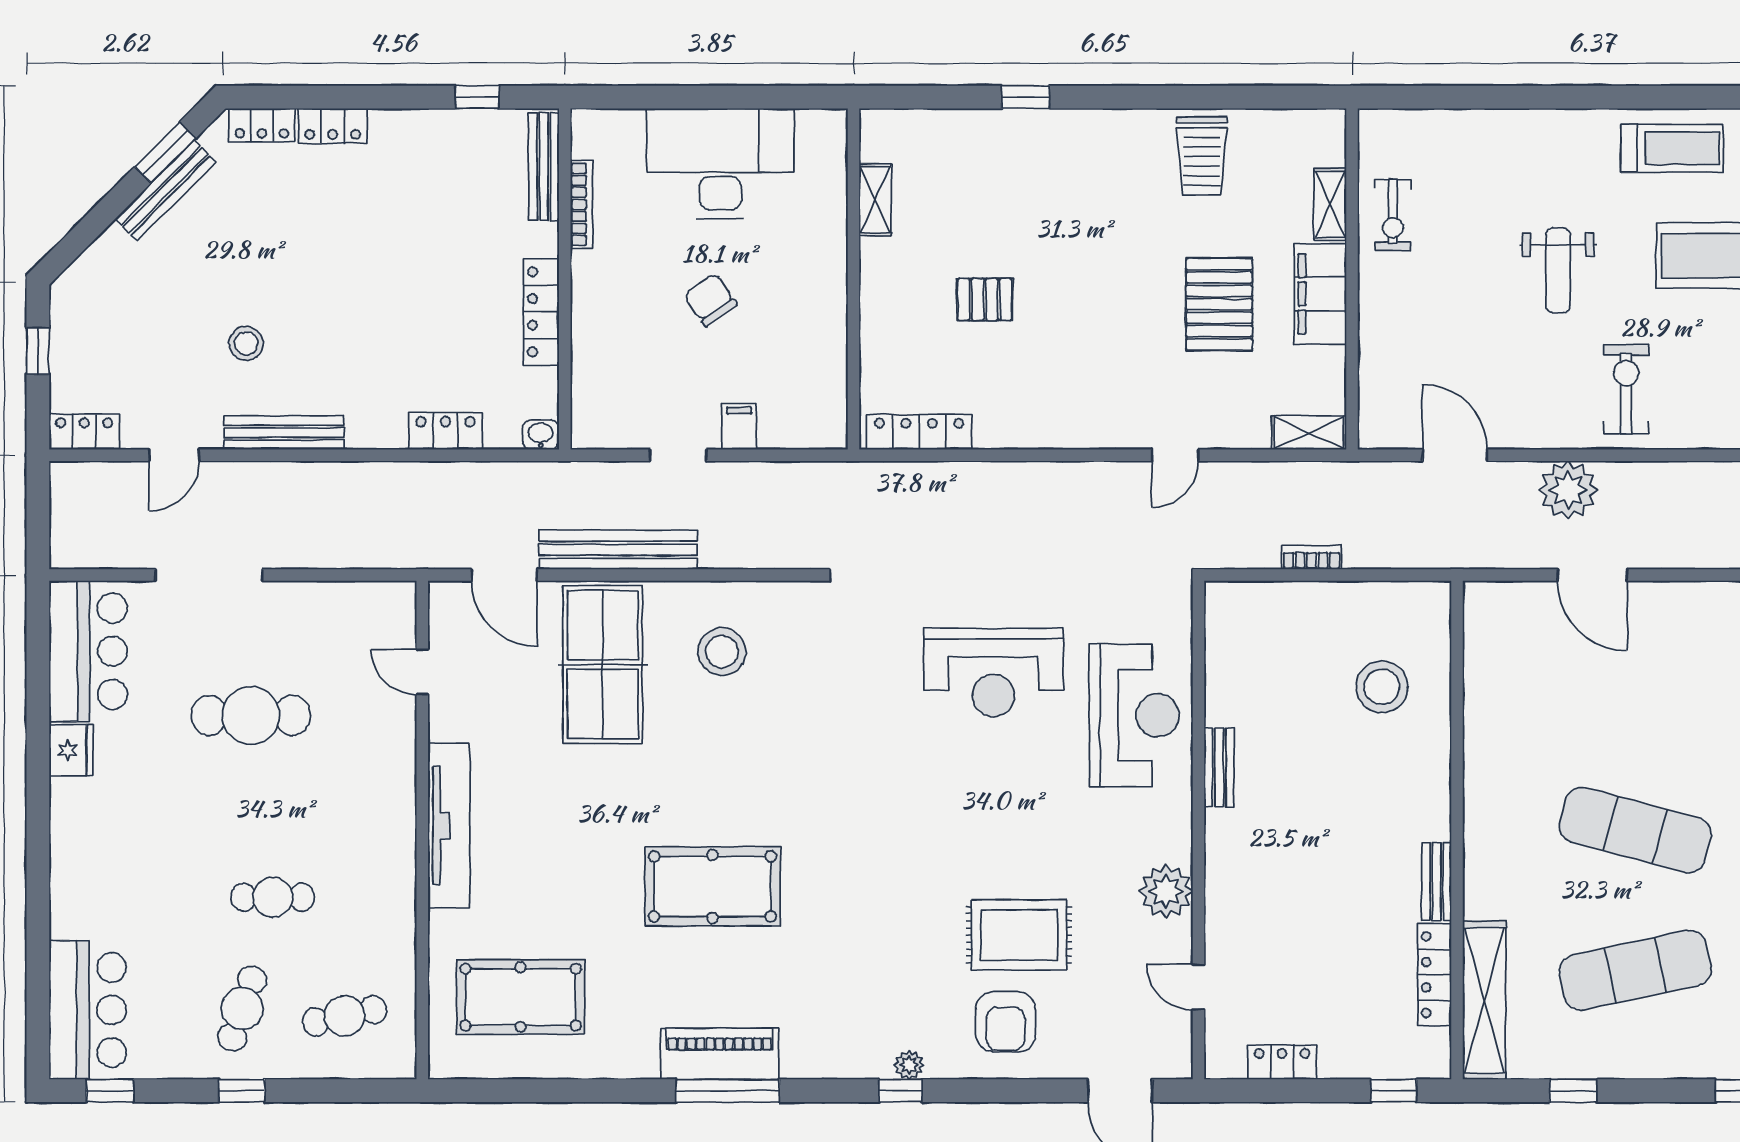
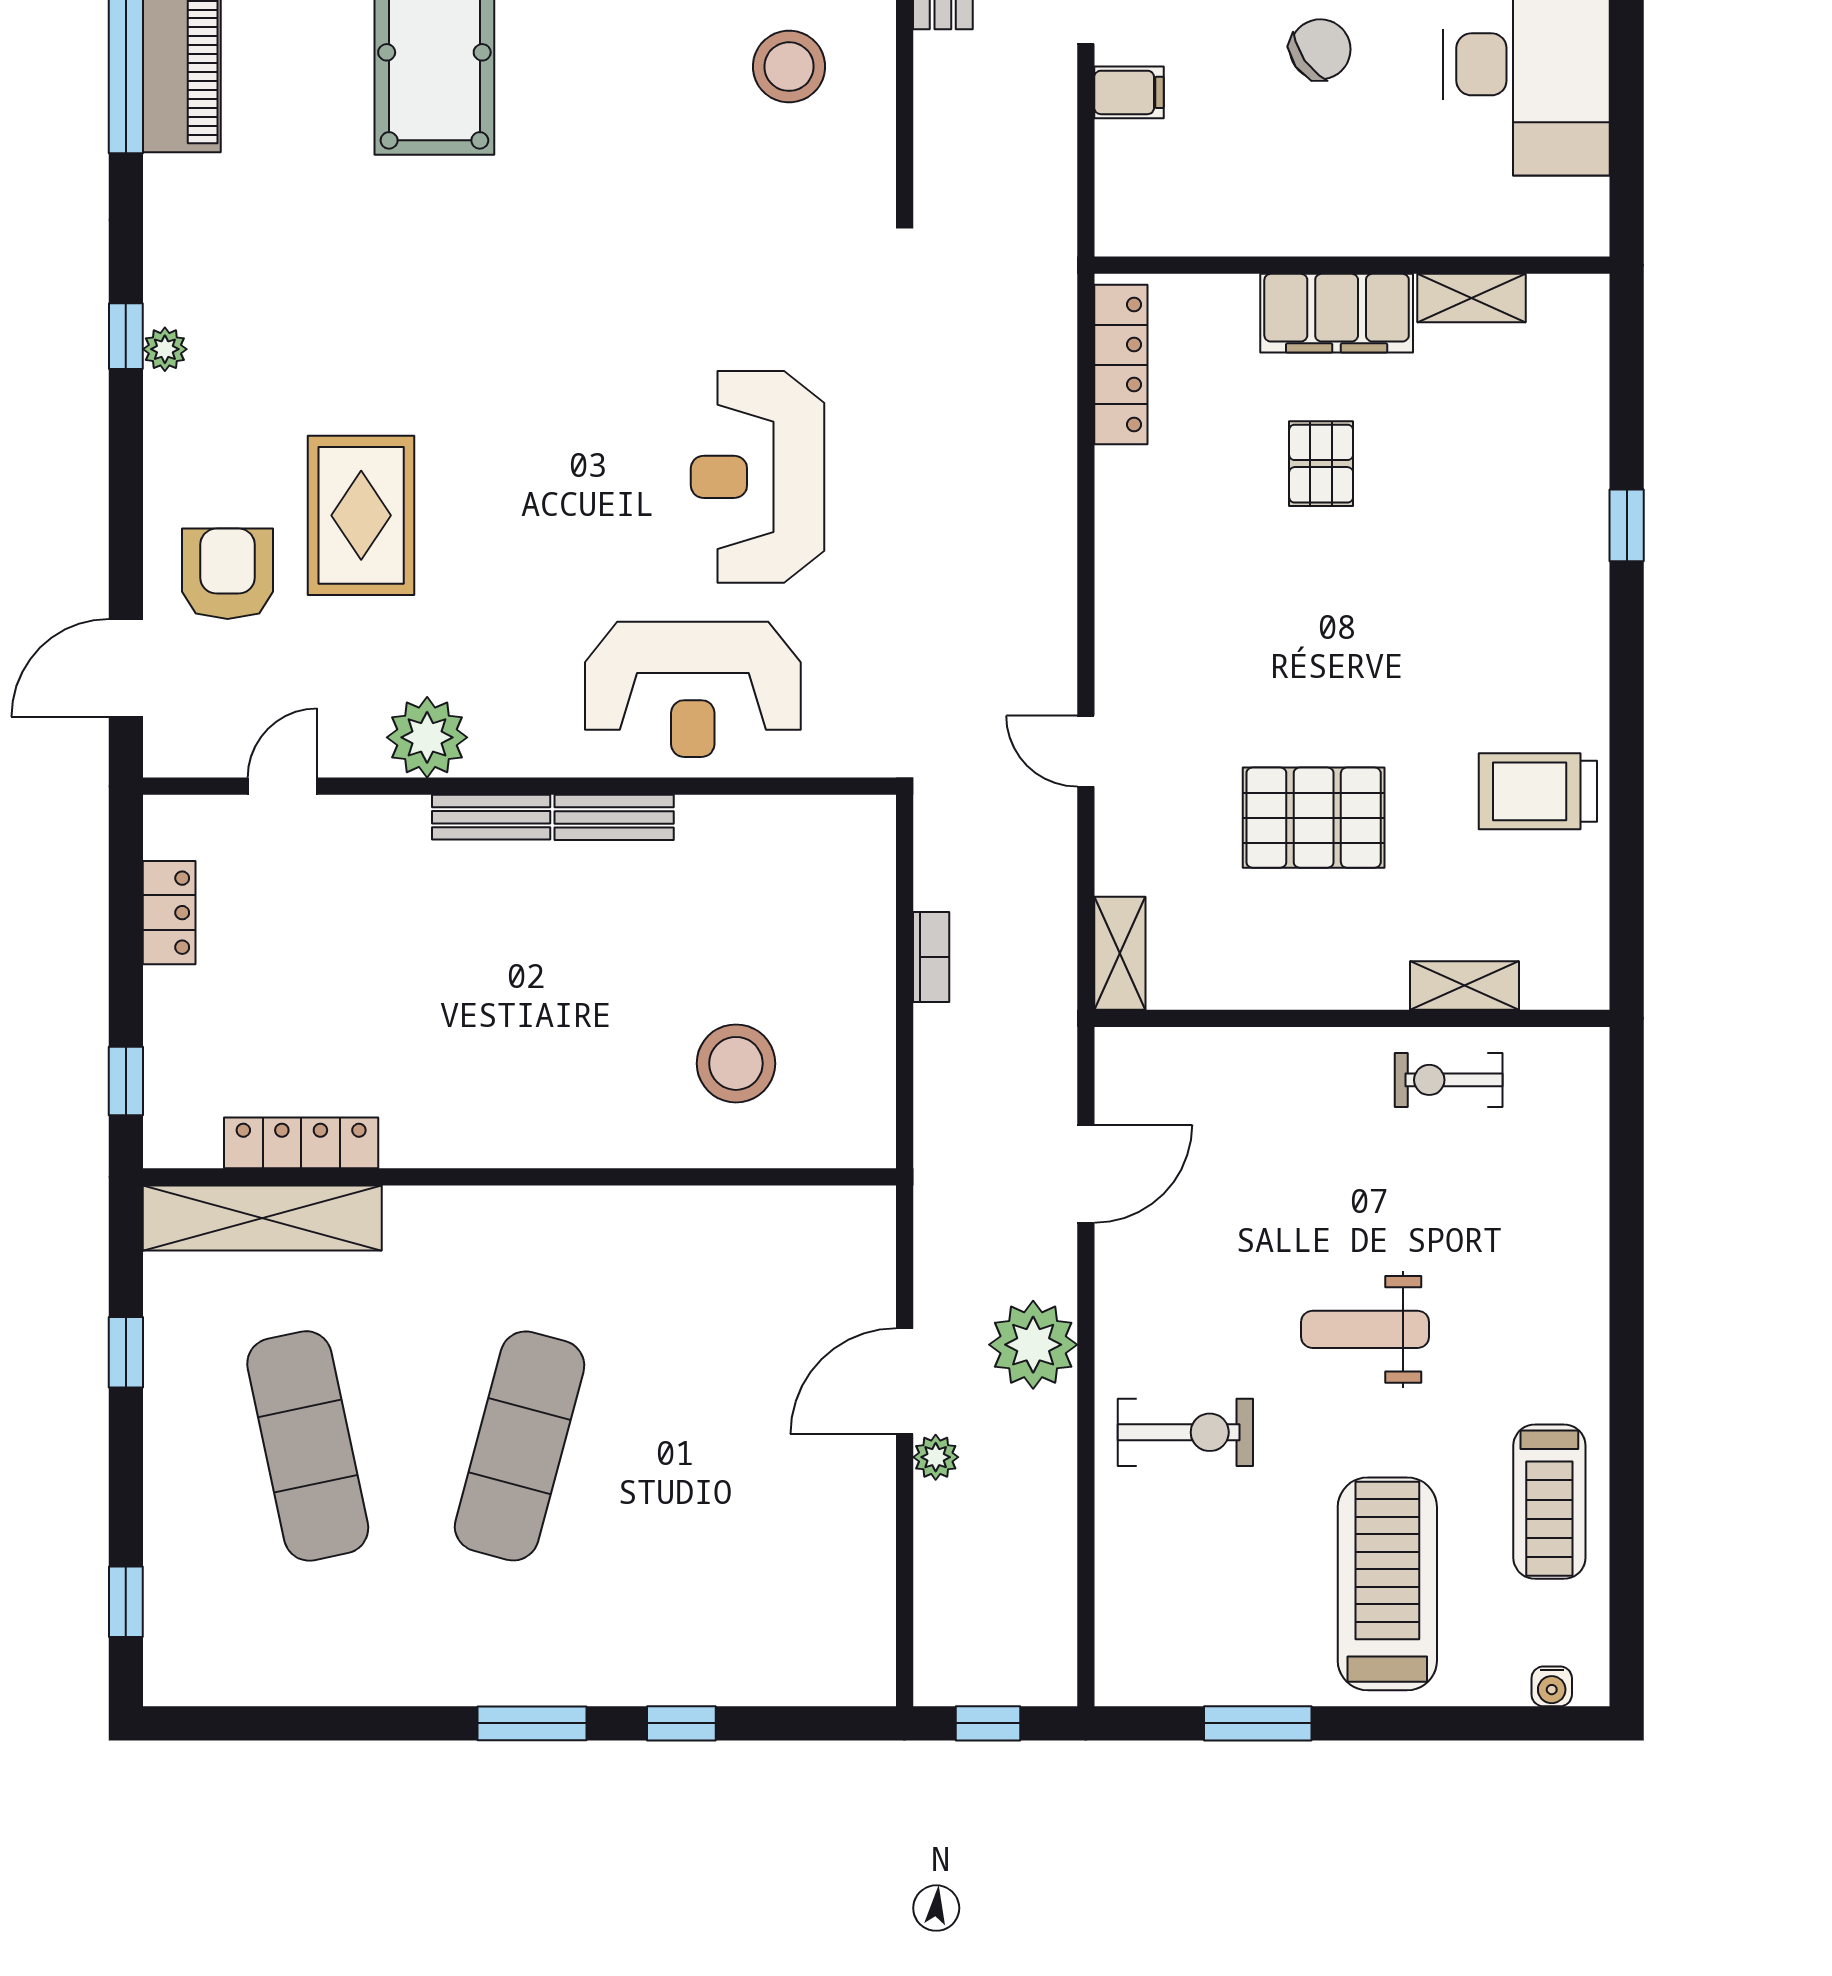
filing cabinet: (1320, 294) -> (1337, 313), moved, turned 180
plant: (1643, 555) -> (936, 1457), added
bench: (1437, 882) -> (491, 817), moved
armchair: (1006, 1022) -> (228, 574), moved, turned 90

